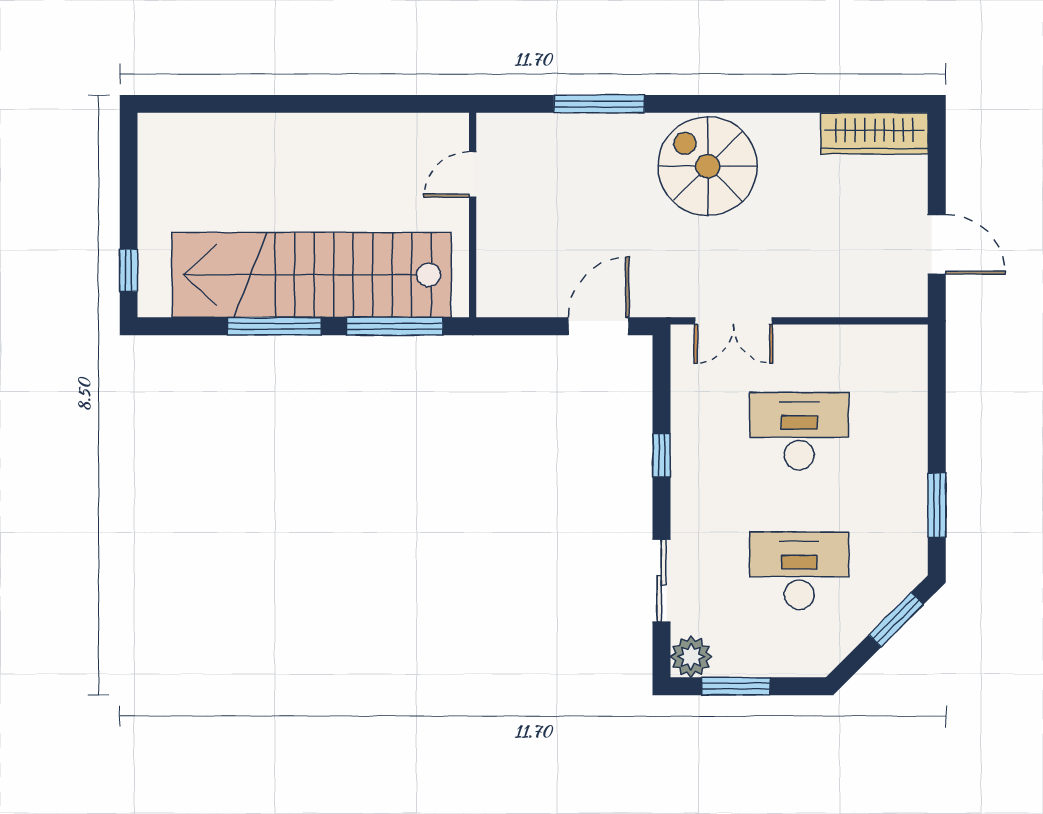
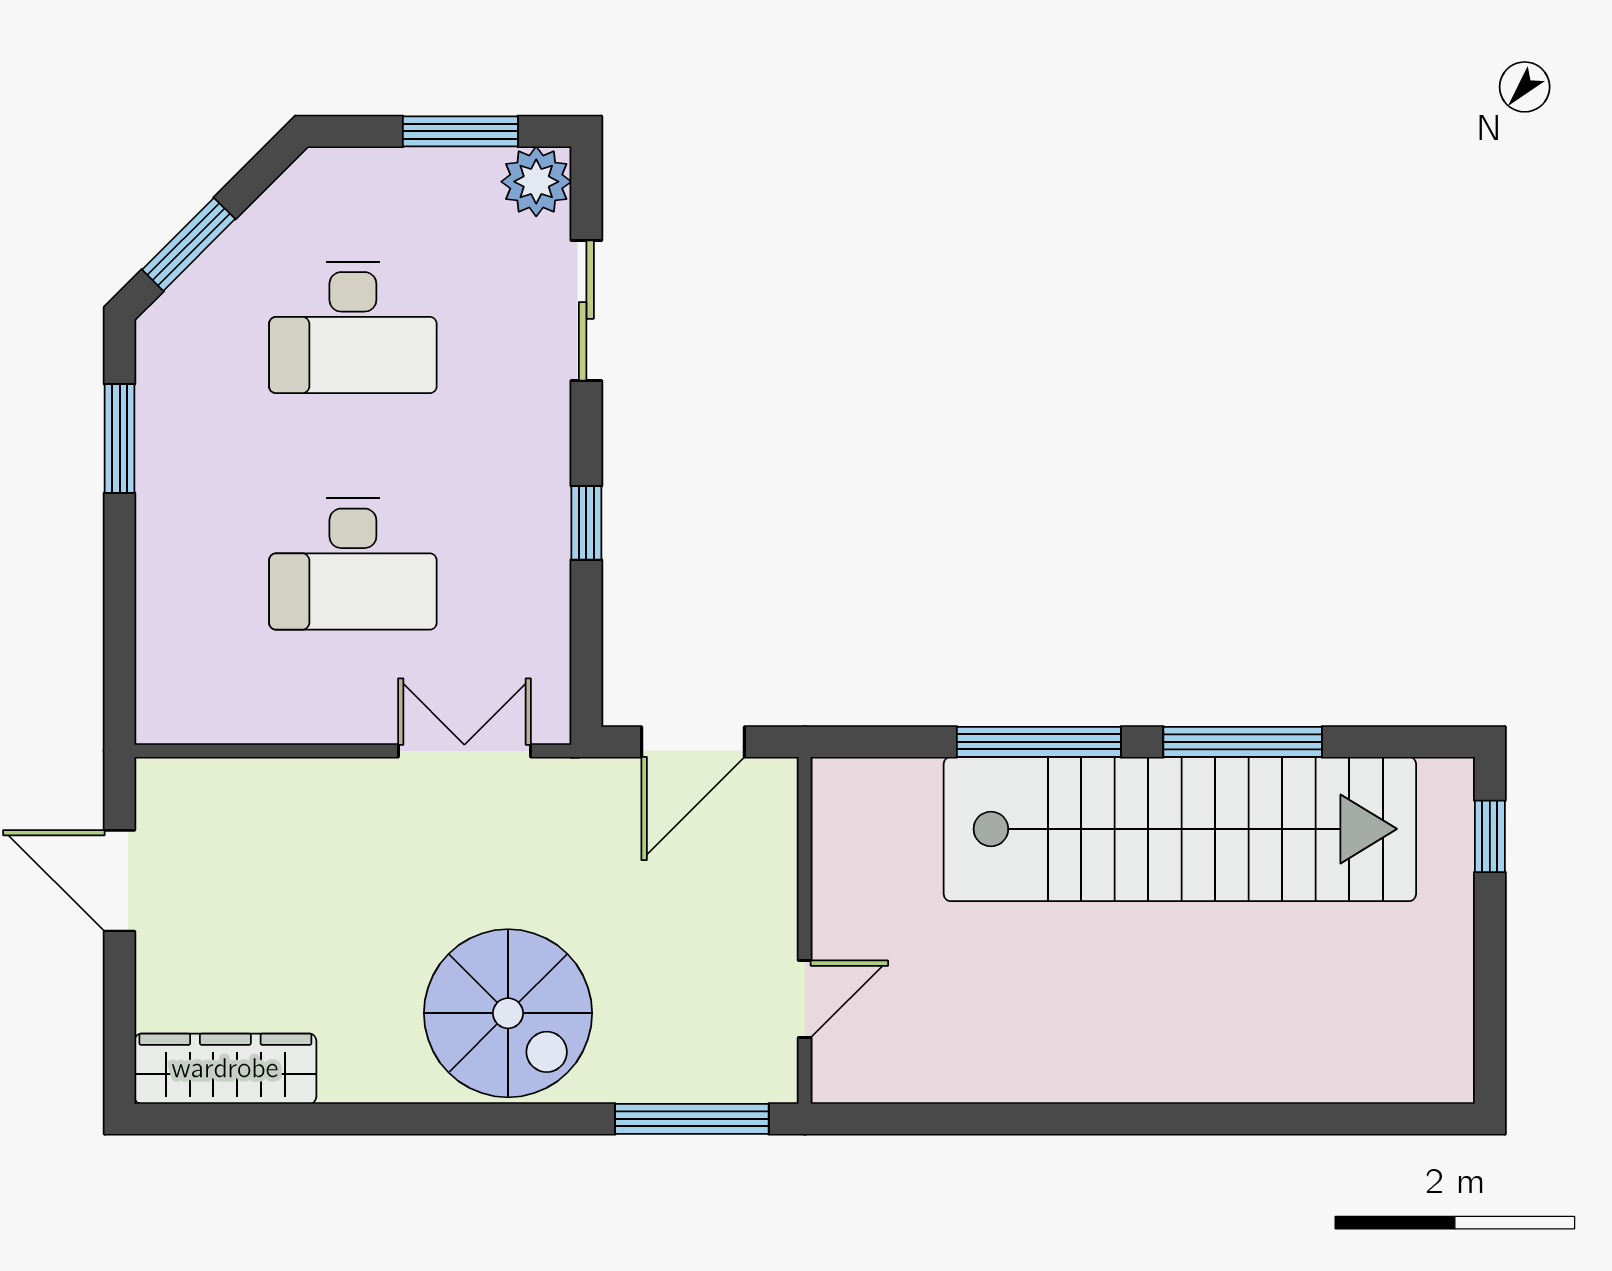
door: (473, 175) -> (805, 999), moved
wall: (473, 215) -> (805, 930), moved

